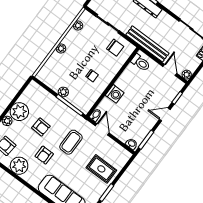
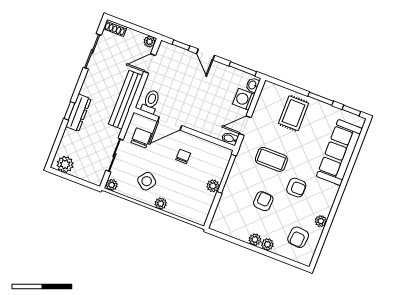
plant: (78, 26) -> (112, 185), moved
side table: (81, 43) -> (147, 181), added
door: (120, 72) -> (170, 123), added
washing machine: (115, 94) -> (244, 99), moved, turned -90
plant: (19, 112) -> (255, 240), width x0.53, depth x0.53
plant: (19, 166) -> (321, 221), width x0.53, depth x0.53

